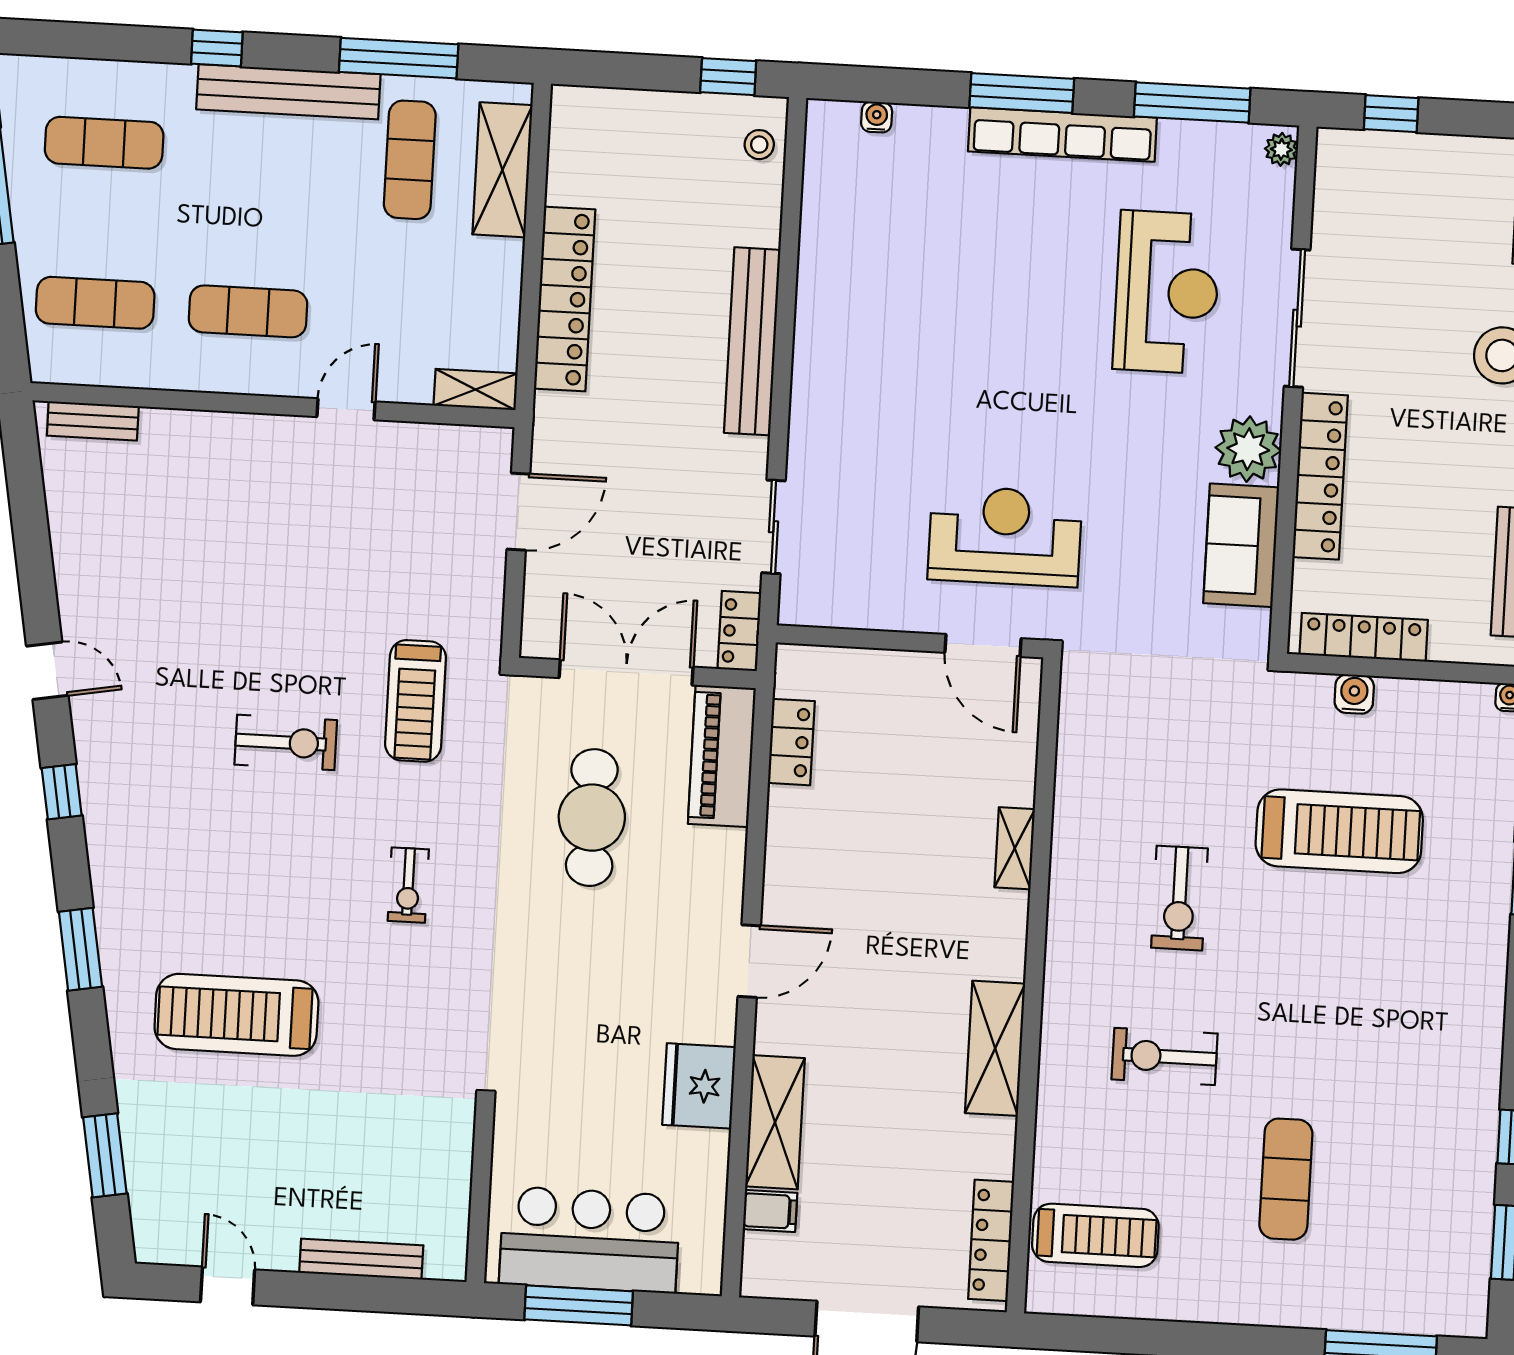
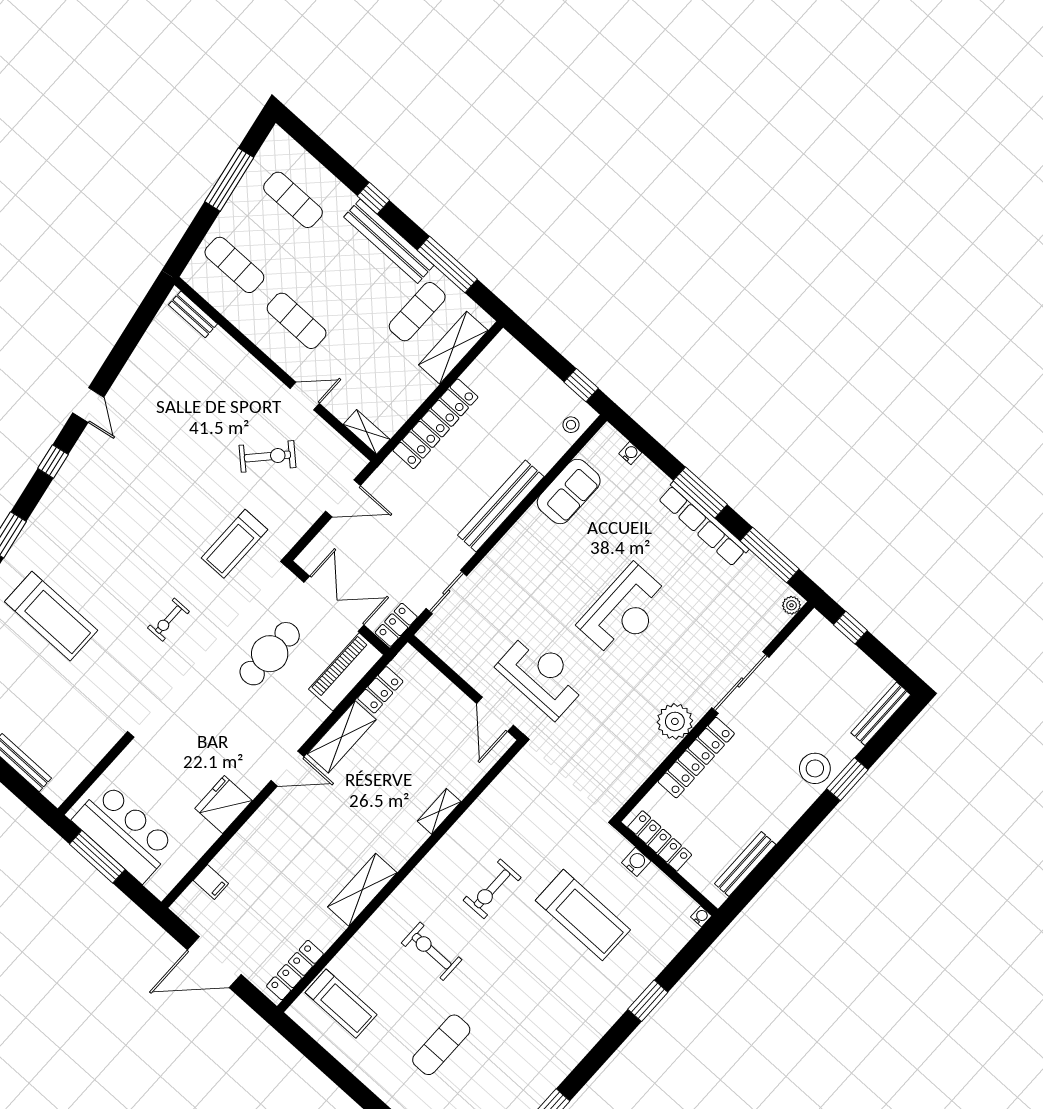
reception desk: (1167, 292) -> (625, 611), moved
sofa: (1241, 545) -> (569, 492), moved, turned 180
exercise bike: (286, 742) -> (267, 456), moved, turned -47
treadmill: (236, 1015) -> (51, 616), turned 180
shelving: (775, 1122) -> (342, 737), moved

